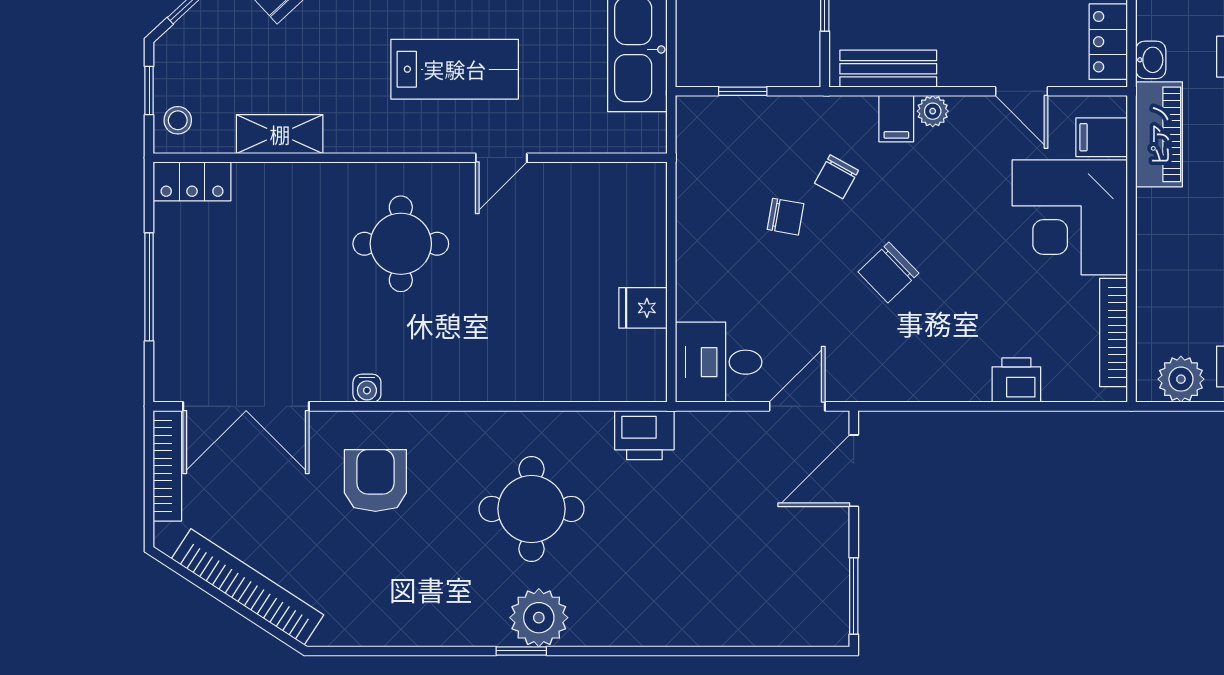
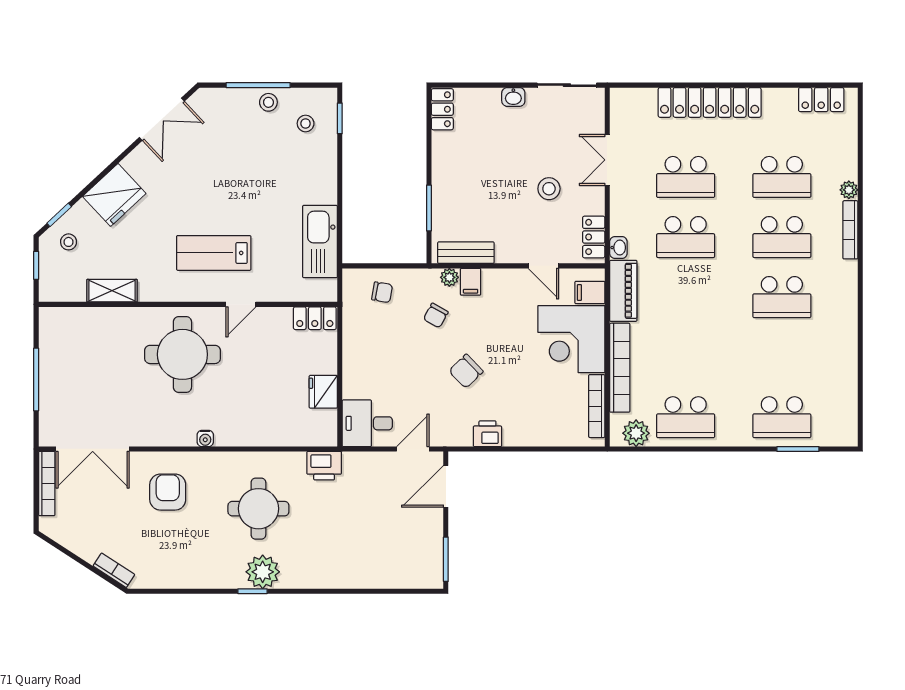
lab bench: (455, 69) -> (214, 253), turned 180
window: (743, 91) -> (381, 266), removed
plant: (933, 111) -> (449, 277), moved
stool: (178, 120) -> (69, 242), moved
locker: (192, 181) -> (315, 318), moved
chair: (786, 217) -> (382, 292), moved
round table: (401, 244) -> (182, 354), width x1.36, depth x1.36
bookcase: (1153, 267) -> (620, 368), added
fridge: (643, 308) -> (323, 392), width x1.38
printer: (1016, 380) -> (487, 434), moved
water cooler: (367, 388) -> (205, 438), moved
bookcase: (247, 587) -> (114, 570), width x0.43, depth x0.76

